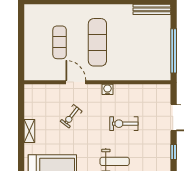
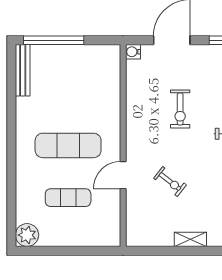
plant: (32, 12) -> (27, 235), added
window: (174, 51) -> (54, 40), moved
water cooler: (107, 89) -> (133, 52), moved

